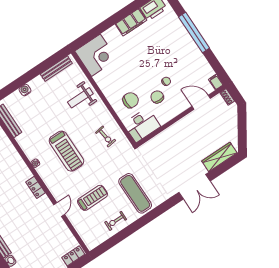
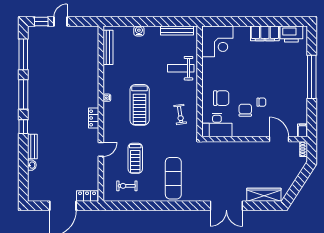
treadmill: (92, 198) -> (135, 158), turned 90
exercise bike: (116, 221) -> (127, 186), moved

